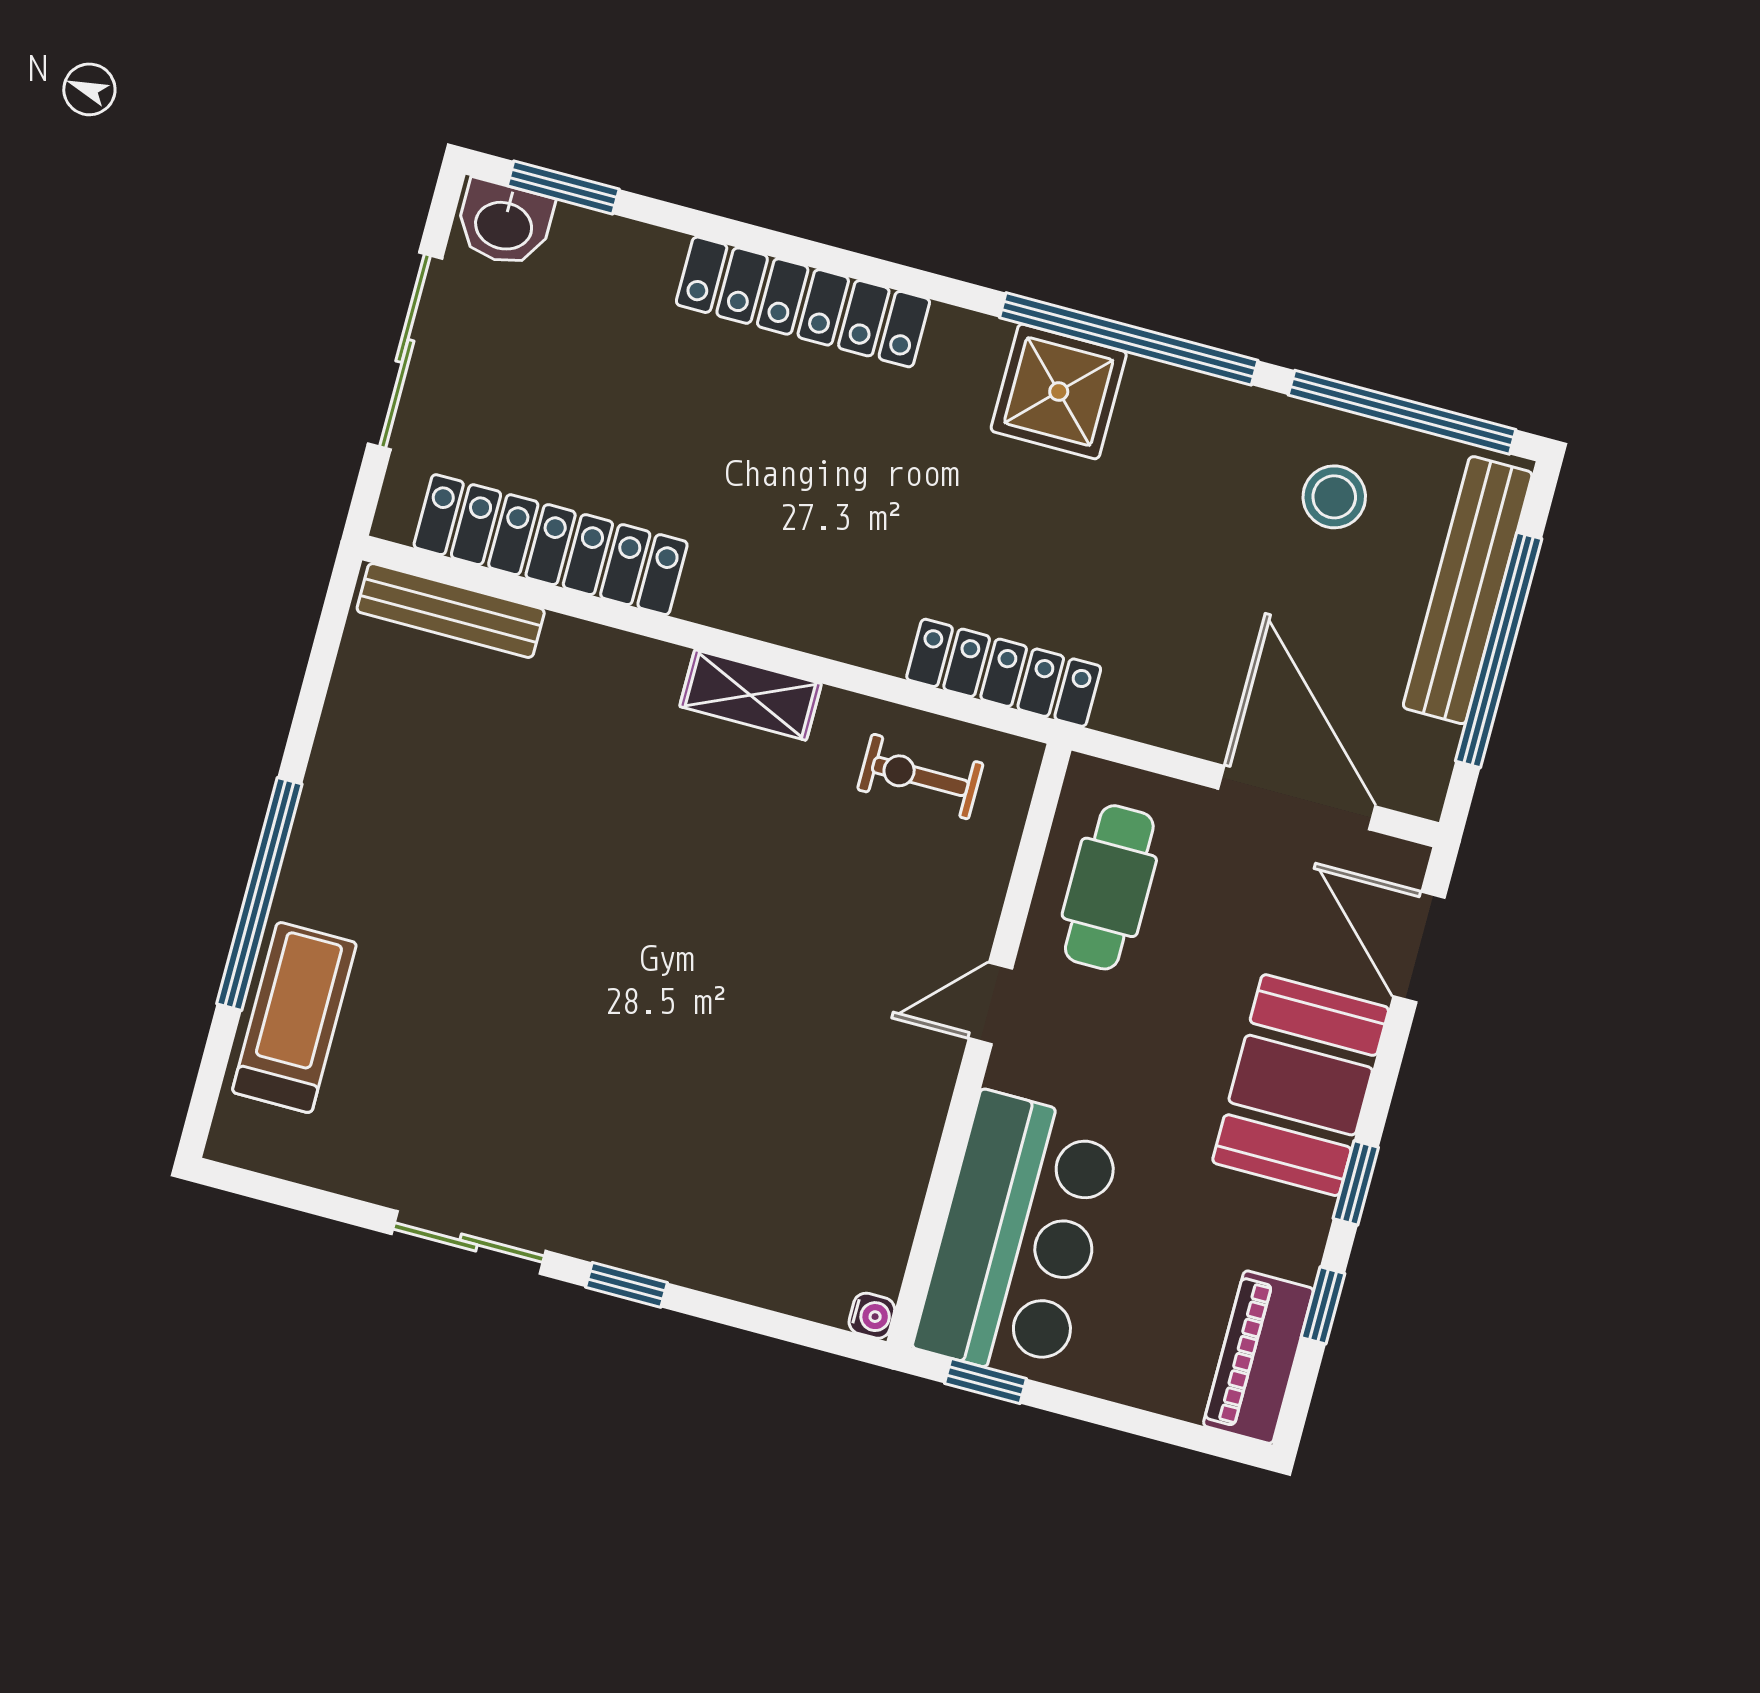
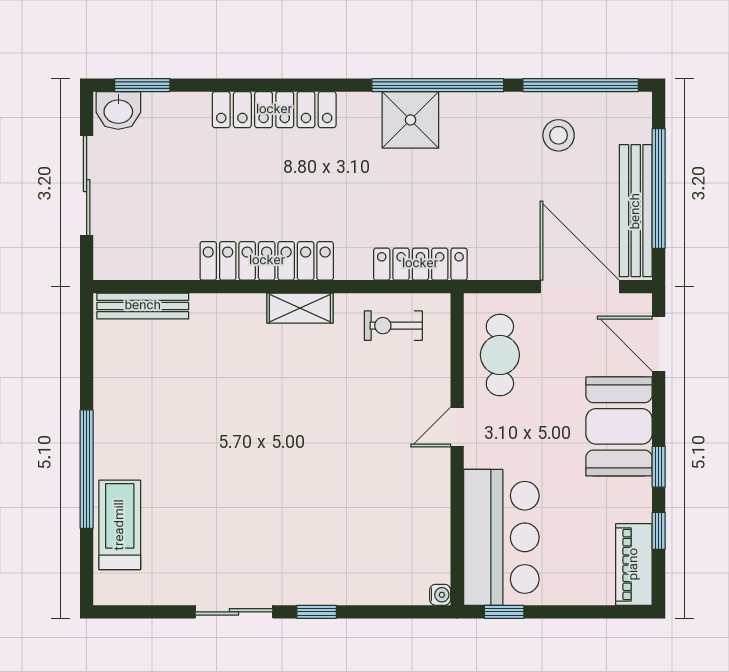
locker: (551, 545) -> (267, 261), moved
bench: (1468, 590) -> (636, 211), moved

